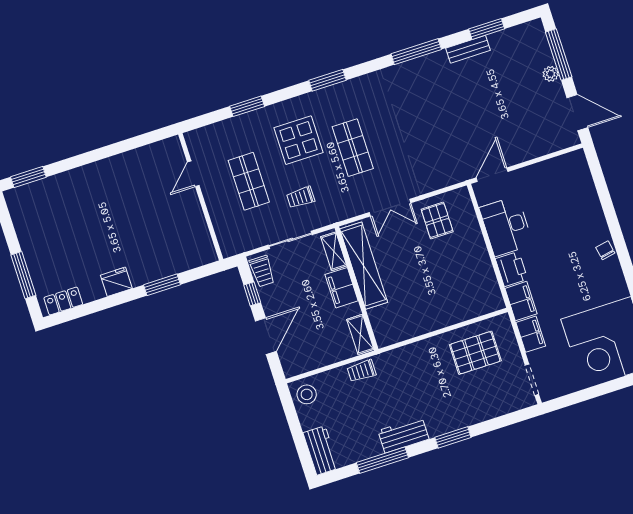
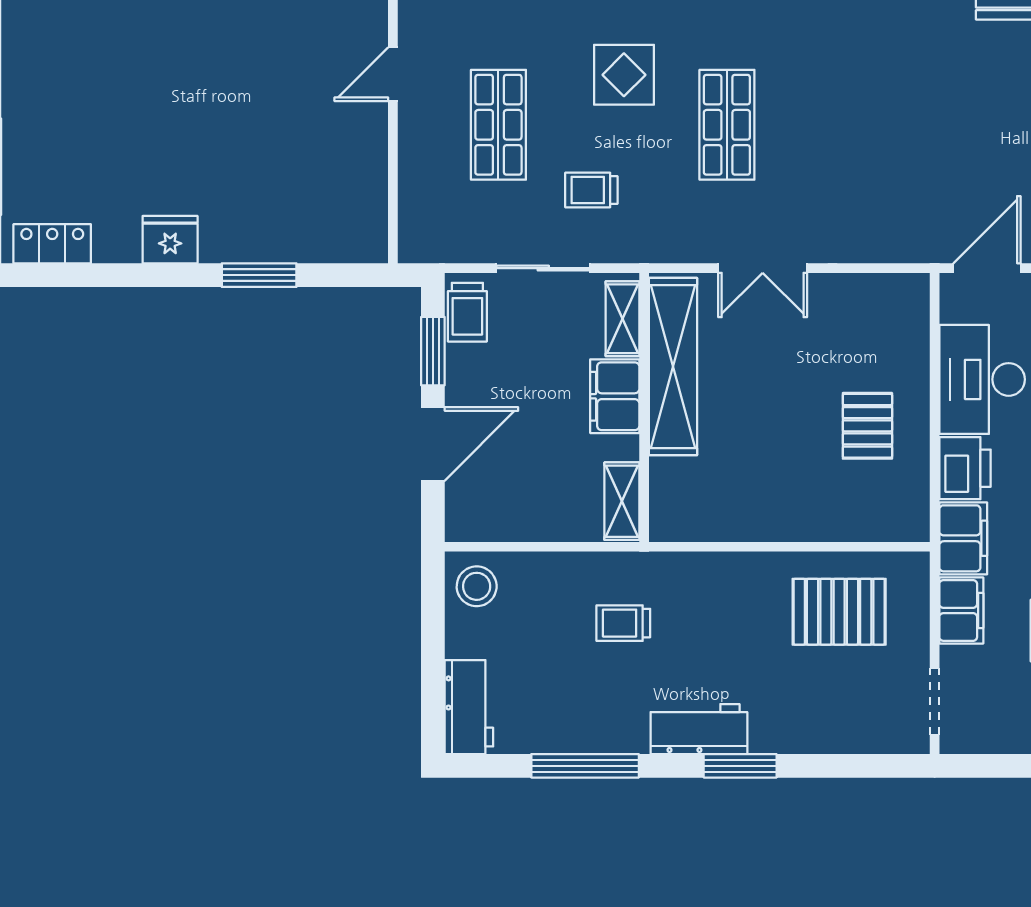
display table: (299, 140) -> (624, 75), width x0.73, depth x0.73
pallet: (437, 220) -> (867, 426), moved
window: (252, 294) -> (433, 351), width x1.50
trolley: (362, 371) -> (623, 623), moved
workbench: (403, 435) -> (699, 729), moved

